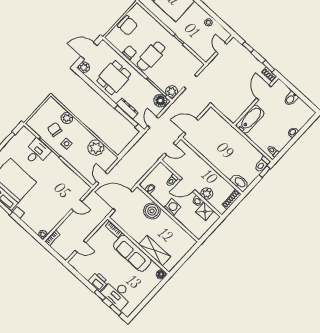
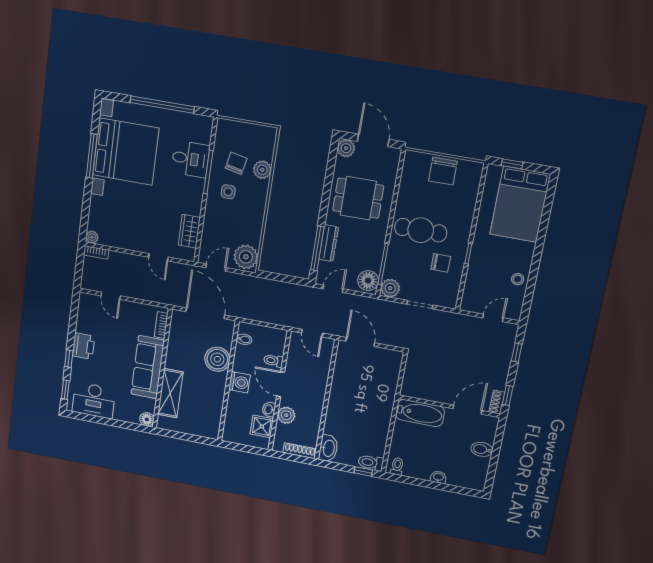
chair: (130, 52) -> (441, 263), moved
plant: (96, 148) -> (246, 257), moved
wardrobe: (74, 179) -> (189, 231), added
desk: (117, 294) -> (94, 400), moved, turned -90

